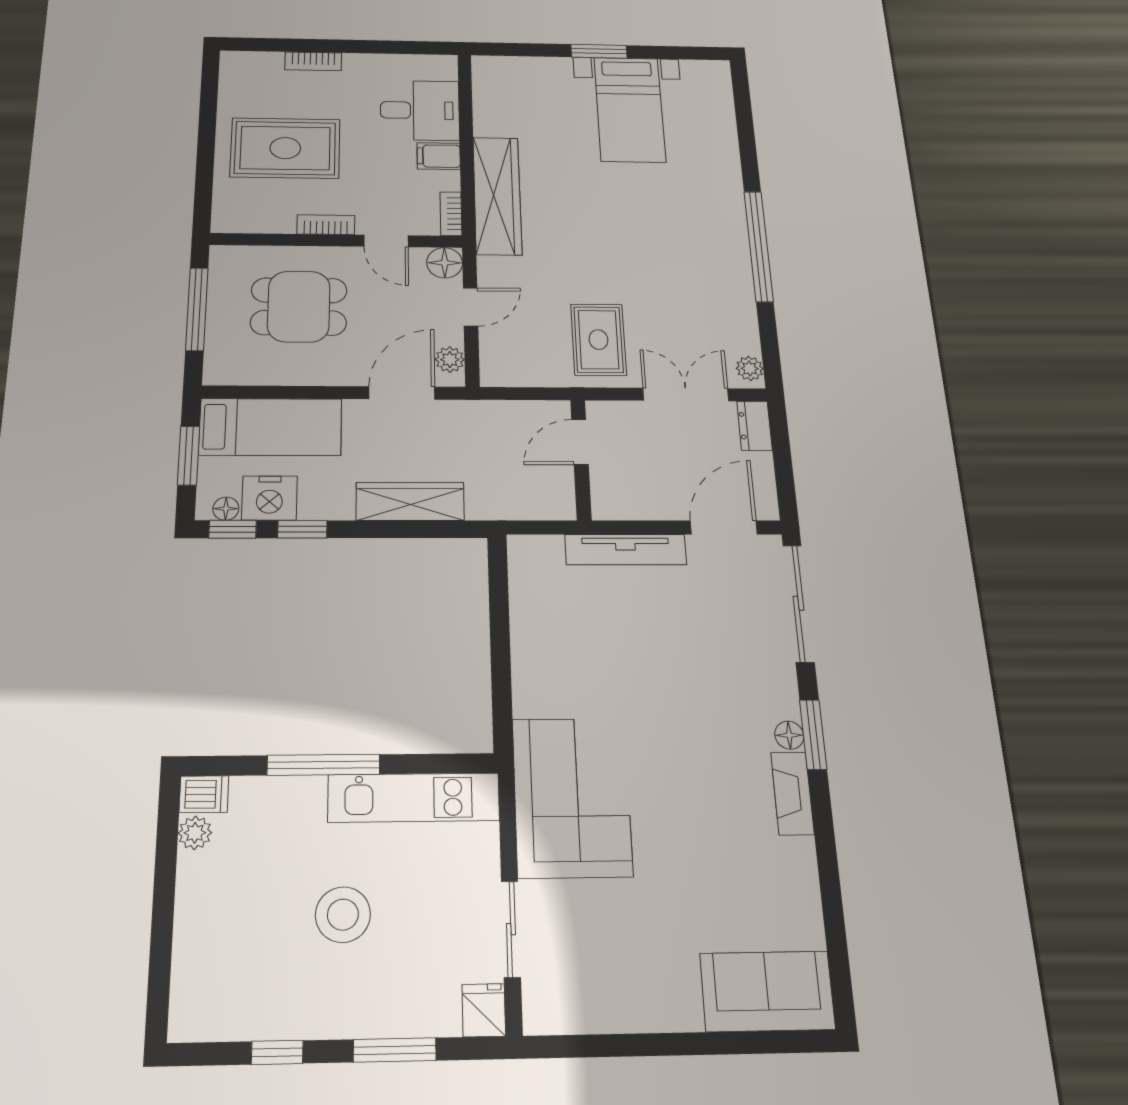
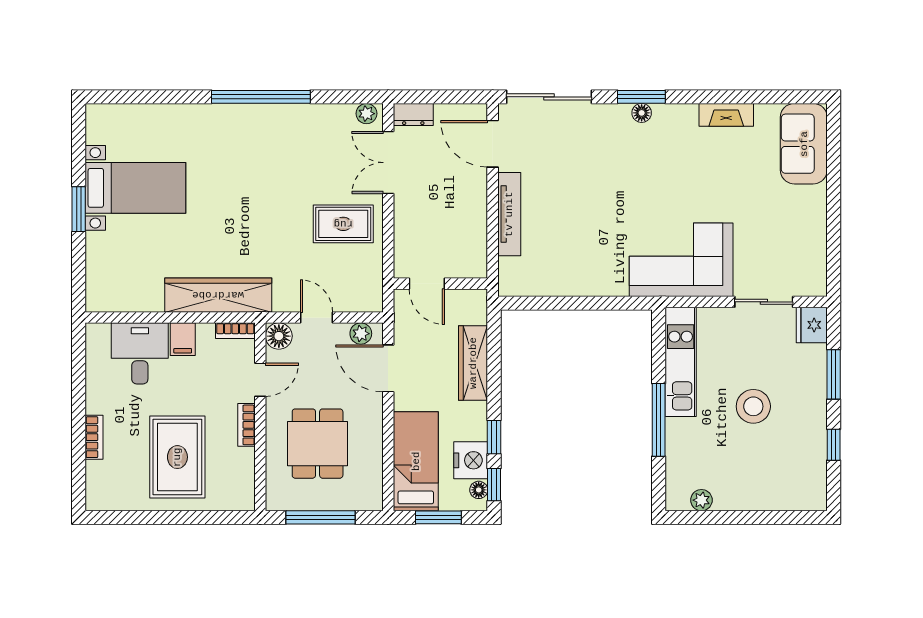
door: (580, 442) -> (427, 284), moved
wall: (581, 459) -> (440, 284), moved
fireplace: (792, 793) -> (726, 115), moved
dishwasher: (204, 794) -> (677, 496), removed
fridge: (484, 1010) -> (812, 325), width x1.38

